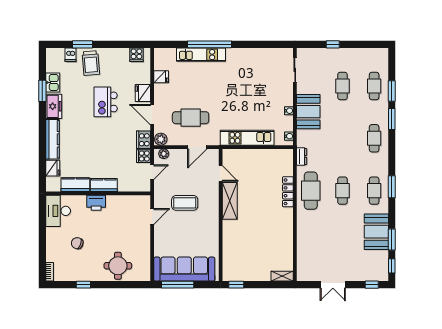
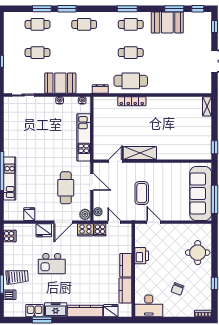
printer: (96, 203) -> (142, 256), moved

